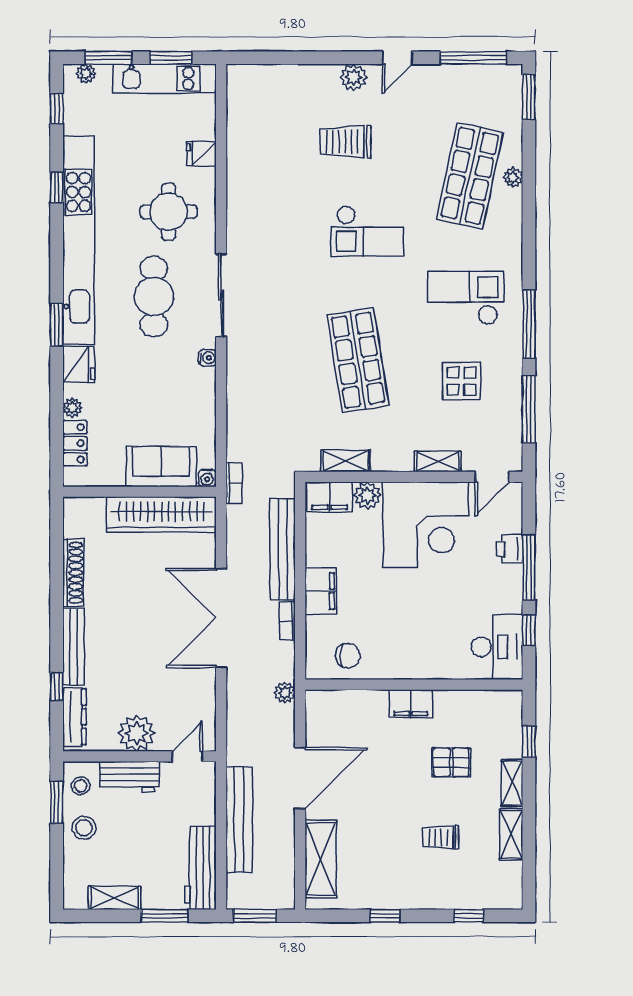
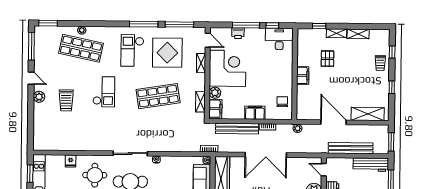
display table: (462, 381) -> (167, 53), width x1.86, depth x1.86
trolley: (440, 837) -> (380, 63), moved

